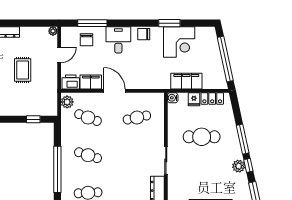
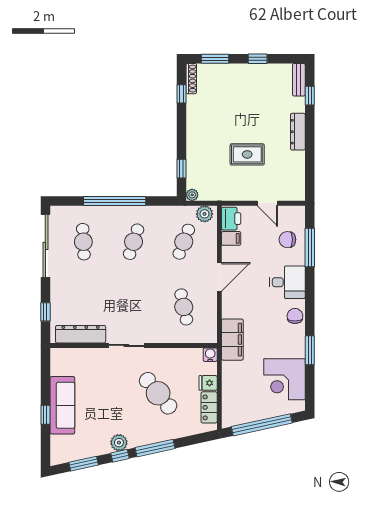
plant: (53, 31) -> (192, 195), moved
corner desk: (179, 42) -> (285, 379), moved
filing cabinet: (186, 81) -> (232, 340), moved
filing cabinet: (91, 82) -> (231, 238), width x0.50
cafe table: (202, 137) -> (158, 393), turned -39

